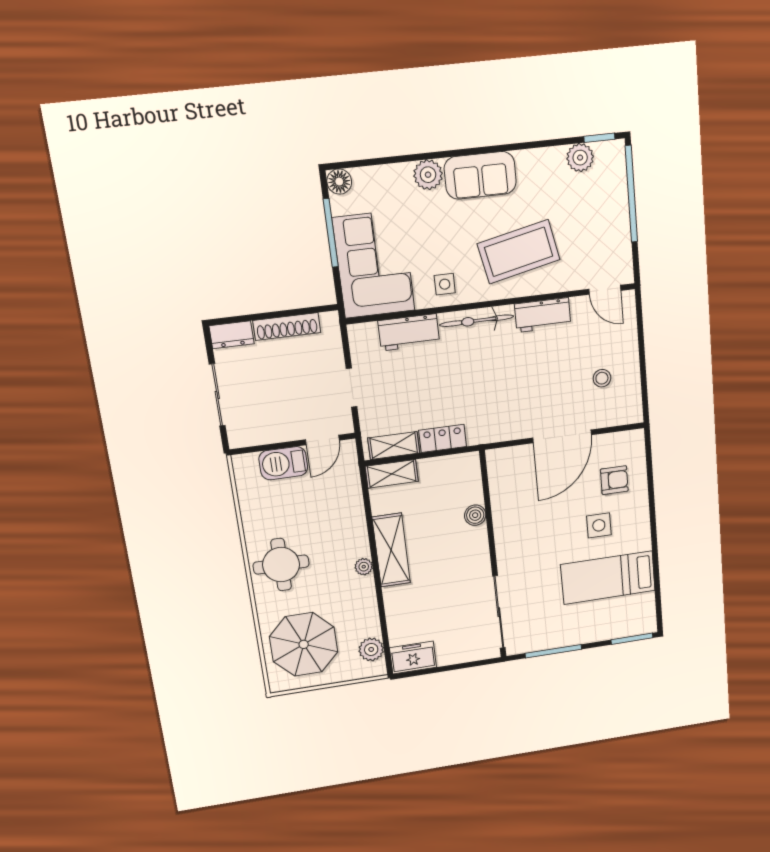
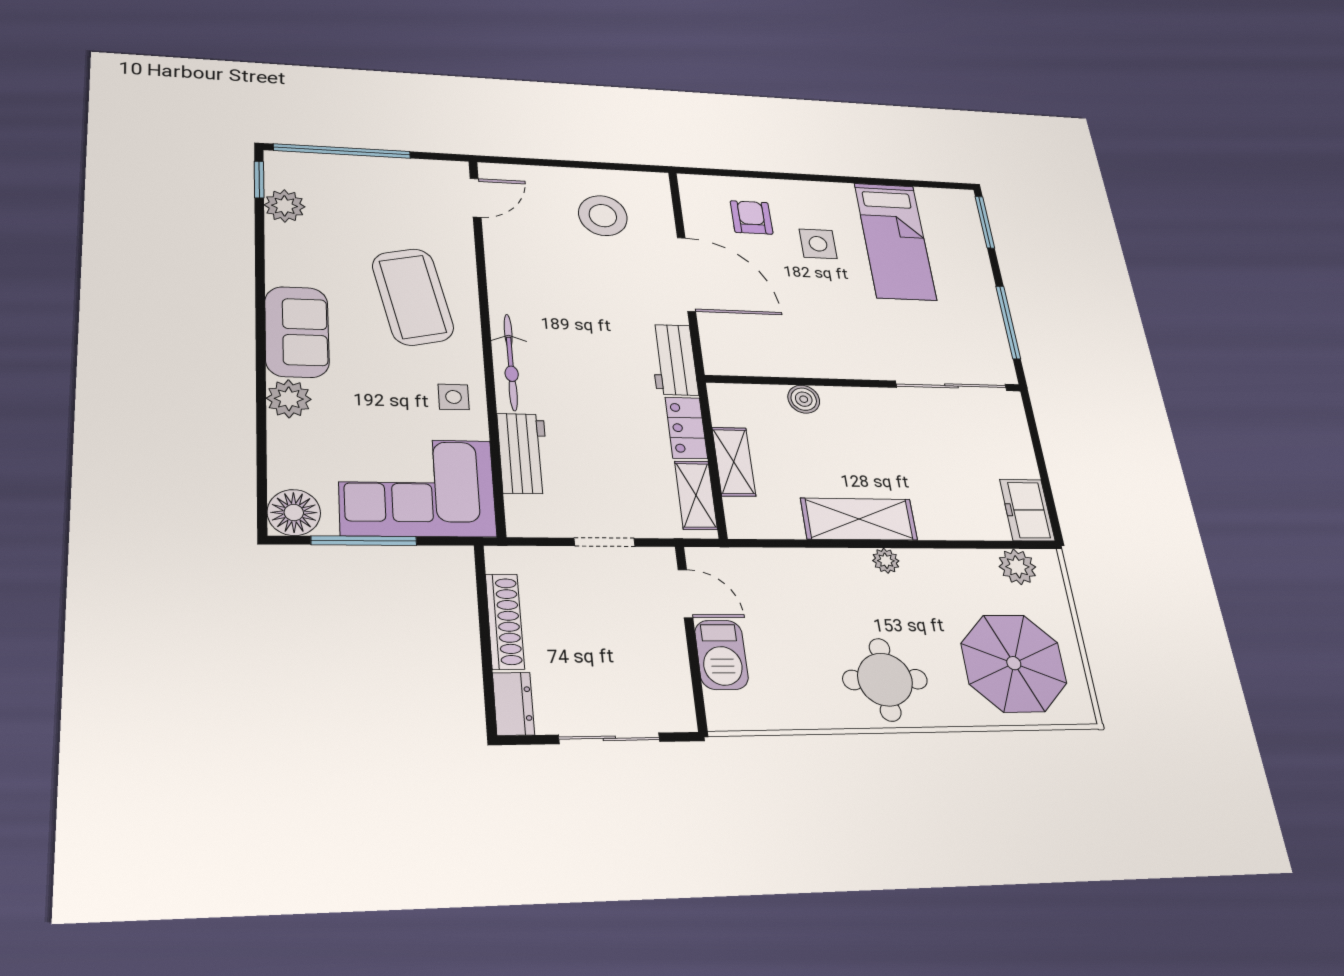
floor lamp: (339, 182) -> (294, 512), width x1.38, depth x1.38
workbench: (543, 315) -> (674, 360), moved, turned 180
stool: (602, 378) -> (603, 216), width x1.89, depth x1.89
shelving: (392, 474) -> (734, 462), moved

